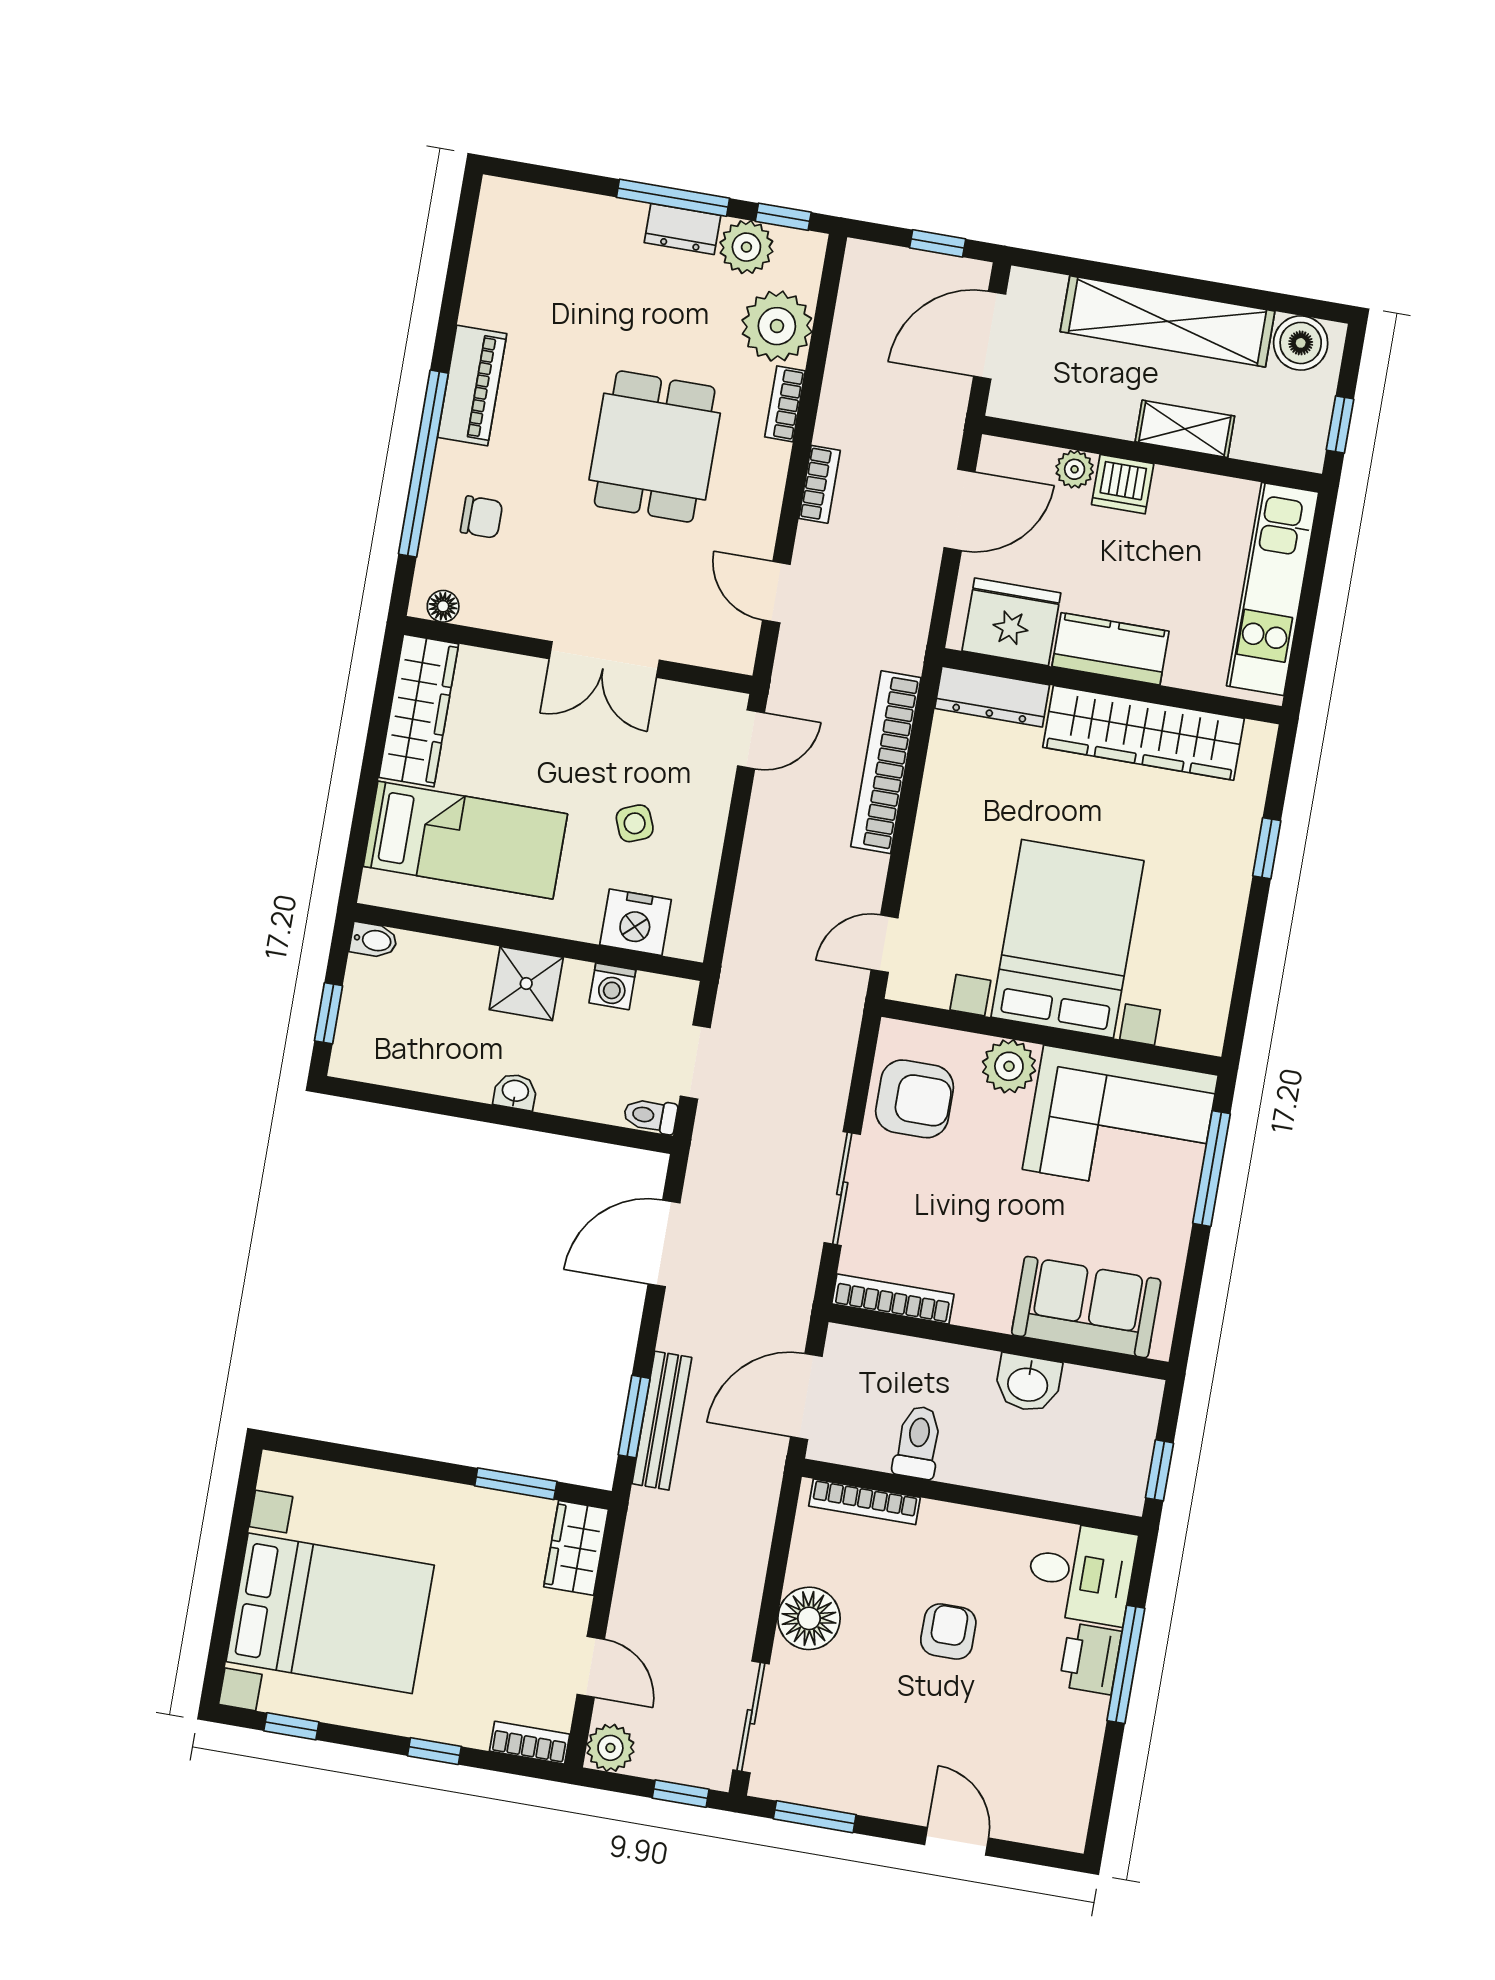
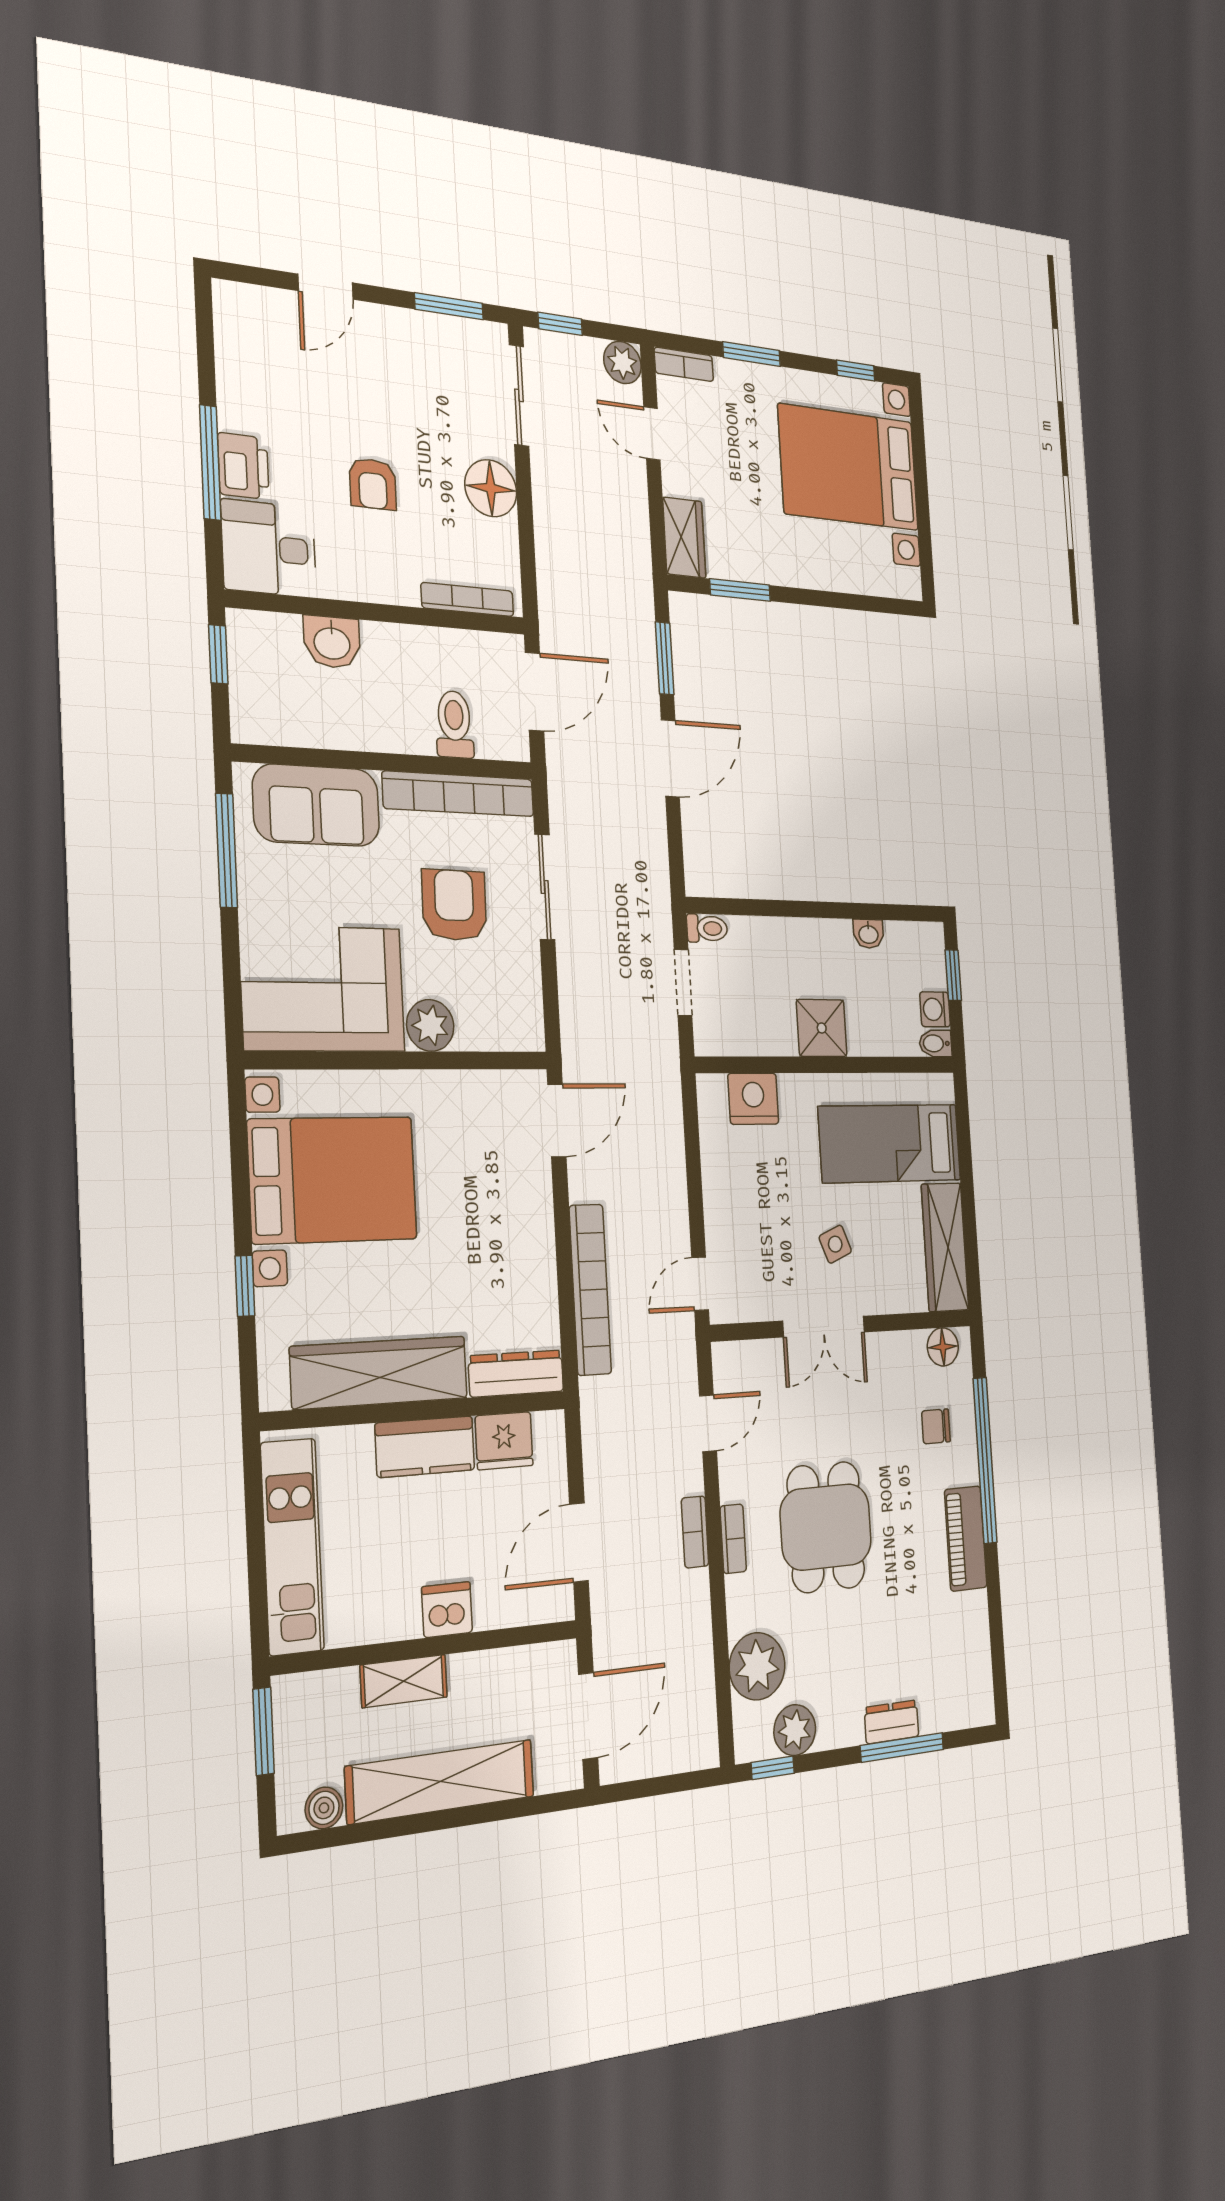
window: (673, 198) -> (902, 1747), moved
dresser: (682, 229) -> (892, 1722), moved
window: (938, 243) -> (648, 1788), removed
boiler: (1301, 343) -> (324, 1808), width x0.73, depth x0.73
bookcase: (785, 404) -> (733, 1539), moved
window: (1340, 425) -> (264, 1731), width x1.50
plant: (1075, 469) -> (491, 1611), removed
door: (776, 592) -> (708, 1423), hinge flipped
floor lamp: (443, 606) -> (943, 1347), width x1.37, depth x1.37
fridge: (1011, 622) -> (504, 1441), width x0.73, depth x0.75
double door: (604, 660) -> (824, 1327), swing flipped
side table: (635, 823) -> (835, 1244), moved
bed with nightstands: (1067, 939) -> (333, 1180), moved, turned -90
door: (885, 944) -> (557, 1120), width x1.38
washing machine: (612, 986) -> (935, 1009), moved, turned -90
washbasin: (515, 1092) -> (868, 934), moved
armchair: (915, 1099) -> (454, 905), moved, turned 91
window: (1212, 1169) -> (227, 851), moved
door: (664, 1243) -> (670, 758), moved
bookcase: (893, 1299) -> (459, 794), width x1.48, depth x1.31
washbasin: (1028, 1383) -> (332, 642), moved, turned 180
bench: (662, 1421) -> (643, 657), removed
toilet: (918, 1442) -> (454, 724), moved, turned 180
window: (434, 1751) -> (752, 354), width x1.50
door: (957, 1841) -> (325, 287), hinge flipped

